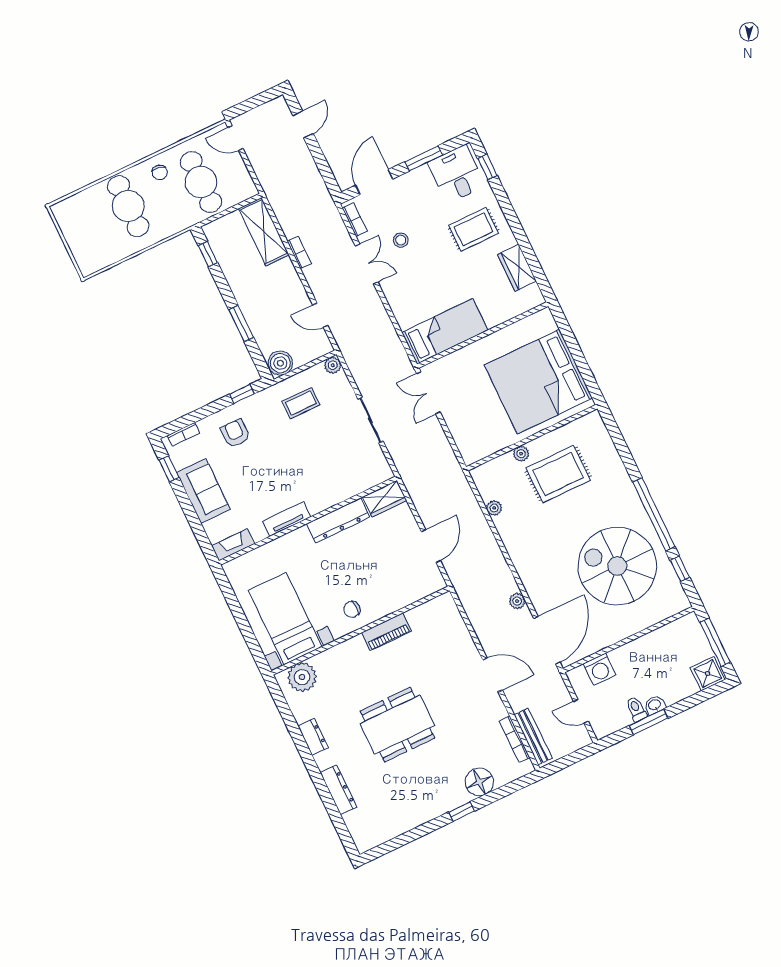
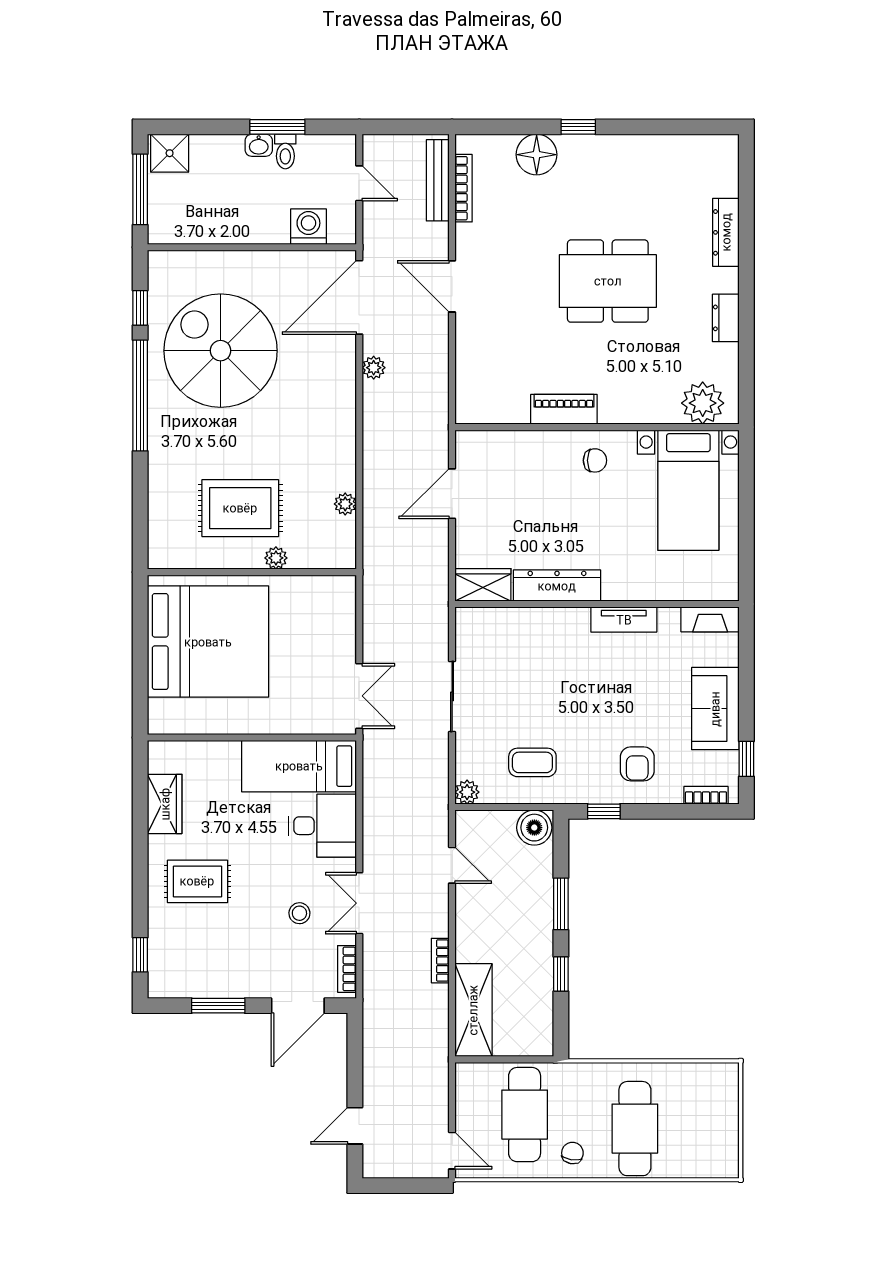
desk: (456, 174) -> (322, 826), moved, turned -90
window: (208, 254) -> (561, 974), moved
spiral stairs: (617, 566) -> (221, 351), turned 180

